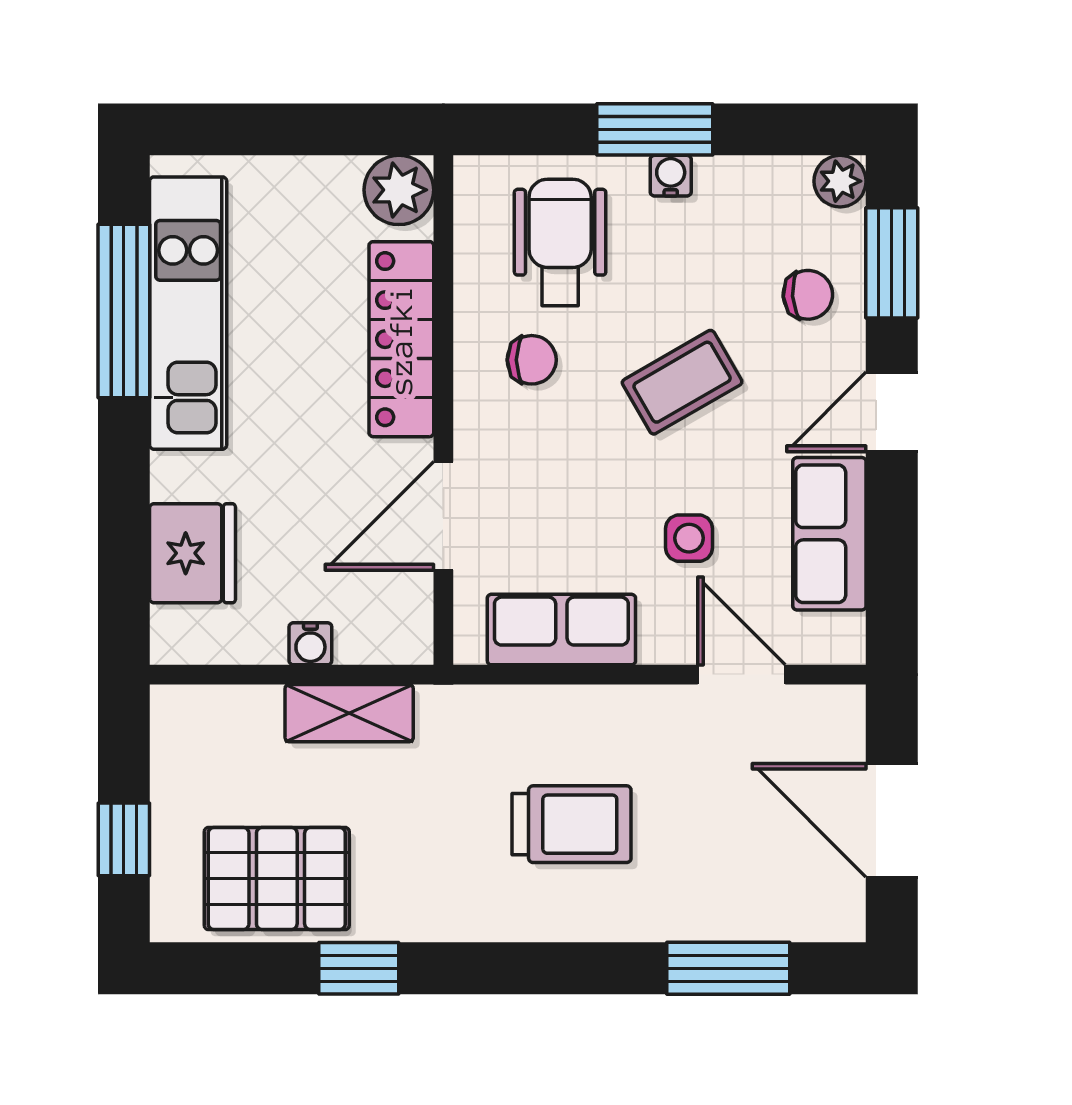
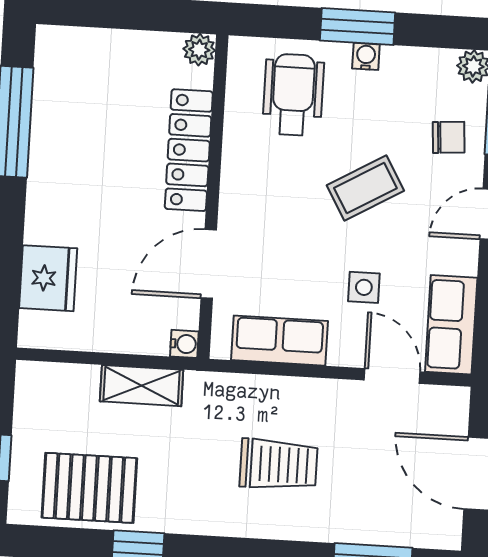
plant: (399, 190) -> (199, 50), width x0.73, depth x0.73
kitchen unit: (188, 313) -> (54, 126), removed
chair: (532, 360) -> (271, 168), removed
row of seats: (829, 534) -> (451, 325), moved
water cooler: (310, 644) -> (184, 344), moved, turned -90

